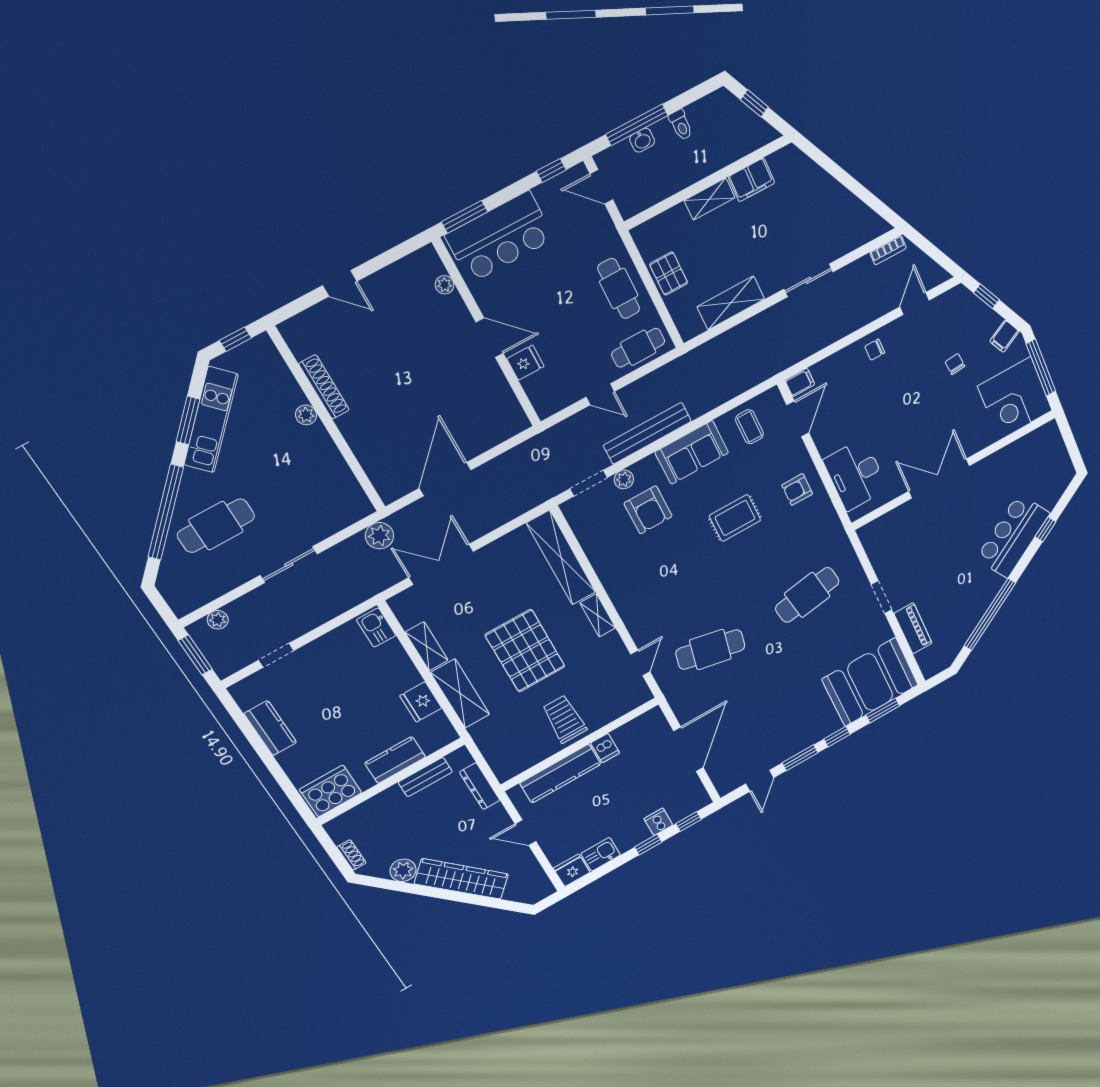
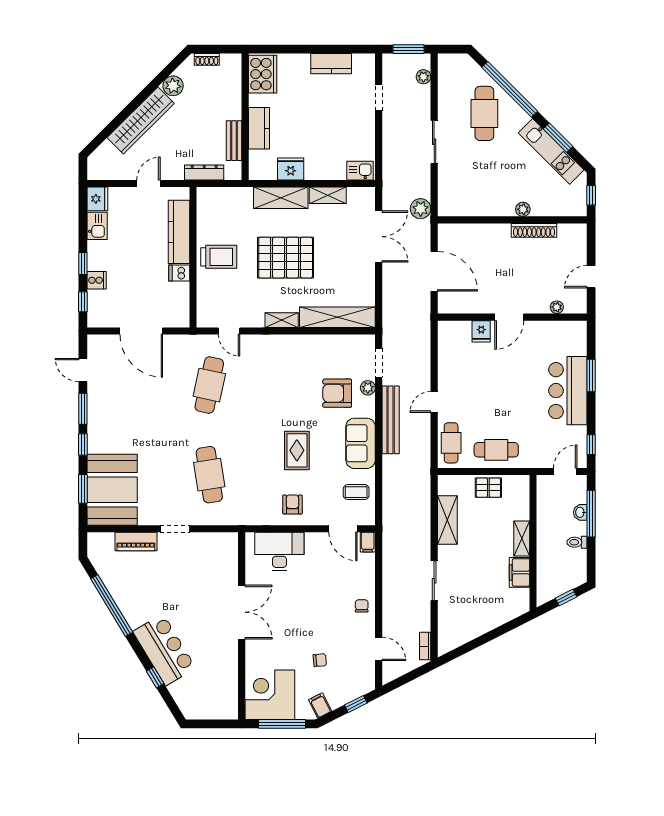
plant: (445, 285) -> (557, 307), moved
wall: (488, 334) -> (512, 317), moved
door: (490, 338) -> (509, 317), moved
fridge: (525, 363) -> (481, 331), moved

